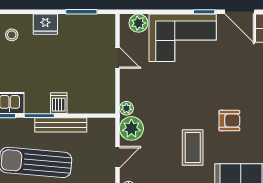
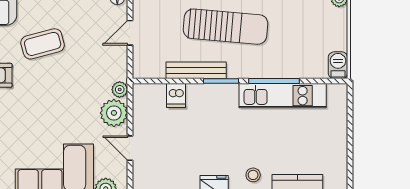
dishwasher: (59, 103) -> (176, 96), moved
plant: (131, 128) -> (114, 113), moved
coffee table: (193, 148) -> (43, 44), turned 75

